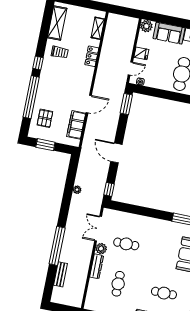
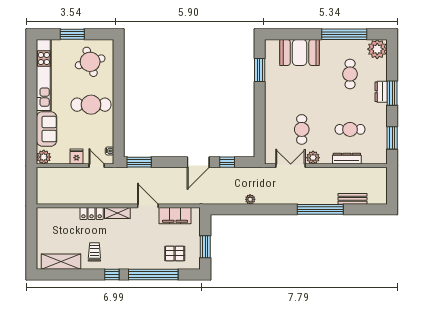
shelving: (98, 28) -> (117, 213), moved
window: (109, 189) -> (227, 162), moved
double door: (98, 229) -> (291, 166), swing flipped
dresser: (97, 266) -> (347, 159), moved

